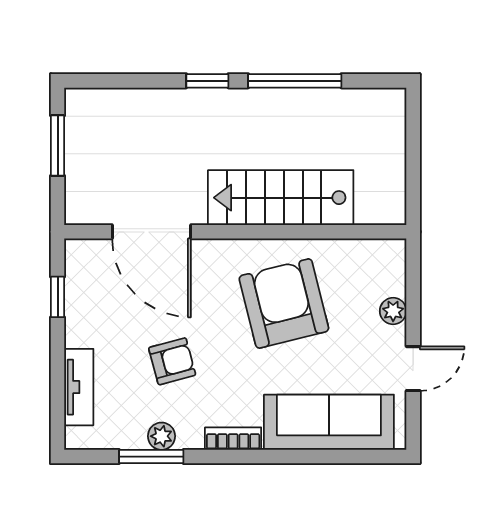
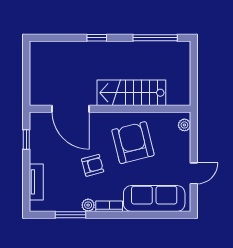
window: (295, 81) -> (155, 38), moved
window: (58, 146) -> (26, 68), removed
plant: (393, 311) -> (184, 125), moved
armchair: (172, 361) -> (93, 165), moved
plant: (161, 436) -> (88, 205), moved

